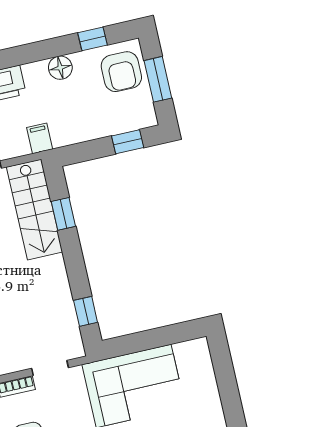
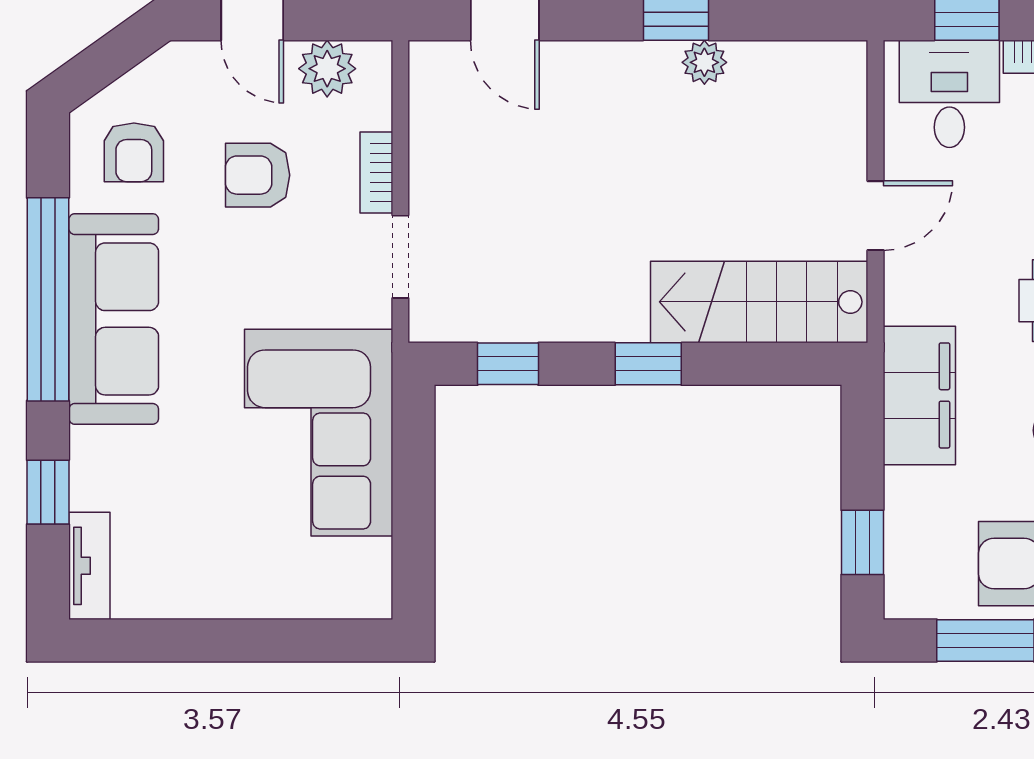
filing cabinet: (40, 138) -> (919, 395), width x3.00, depth x1.17
window: (63, 214) -> (648, 364), moved

